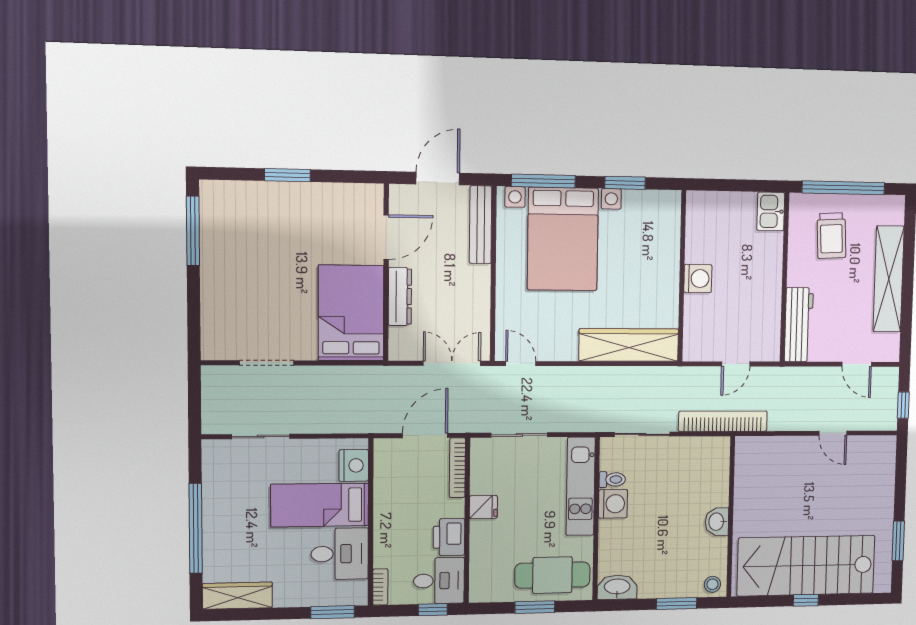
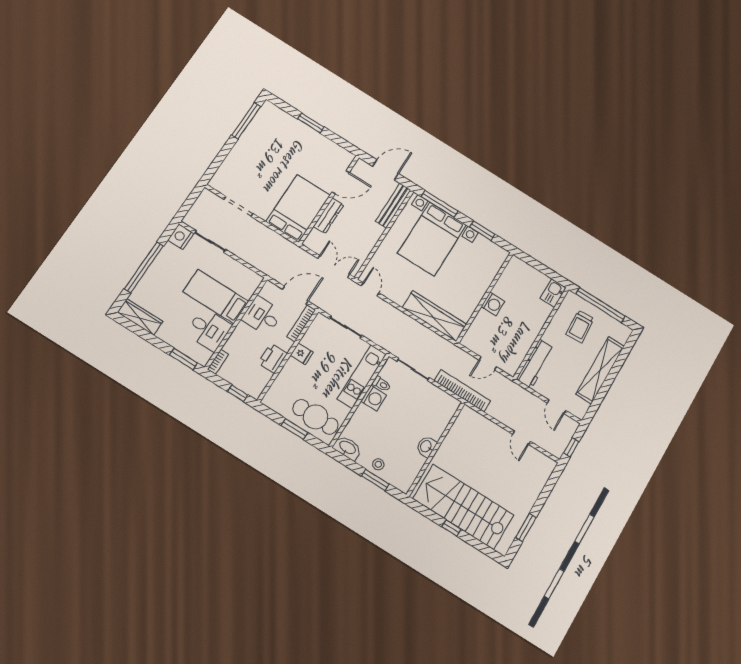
nightstand: (354, 465) -> (181, 237), moved, turned 180
desk: (439, 581) -> (262, 316), moved, turned 180
stool: (712, 584) -> (378, 464), moved

